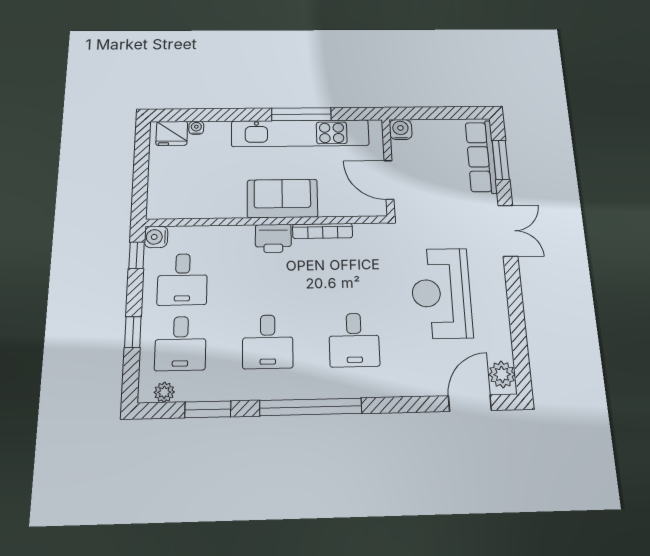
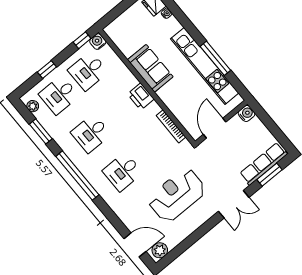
sofa: (282, 199) -> (150, 68), moved
bookcase: (323, 231) -> (171, 126), moved

